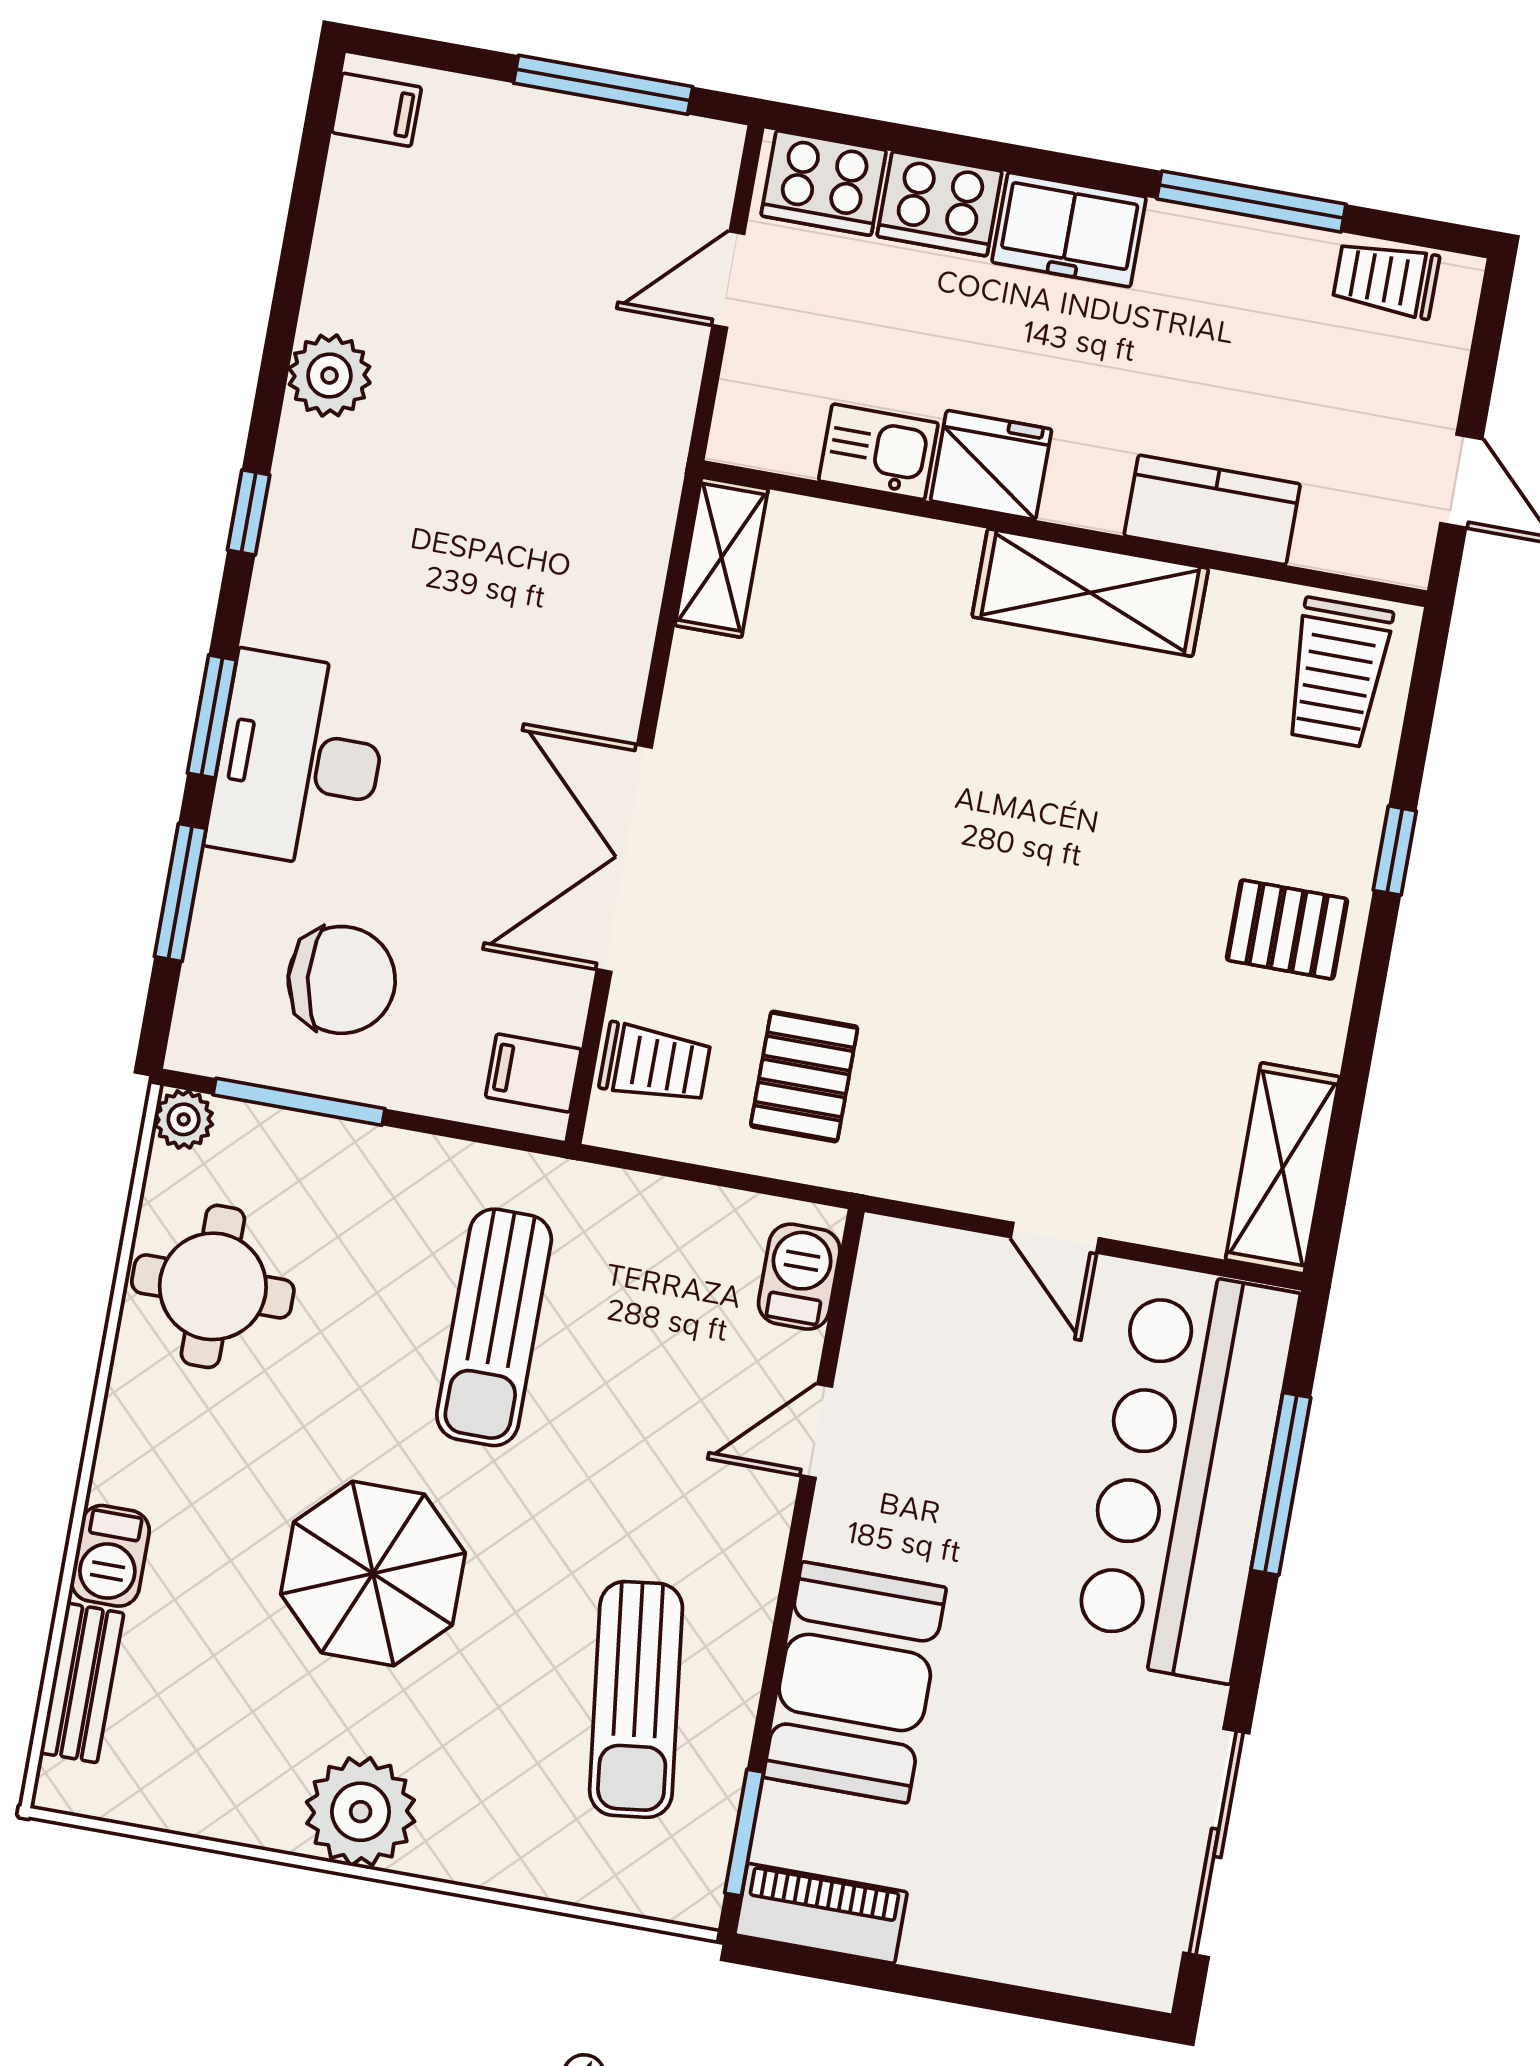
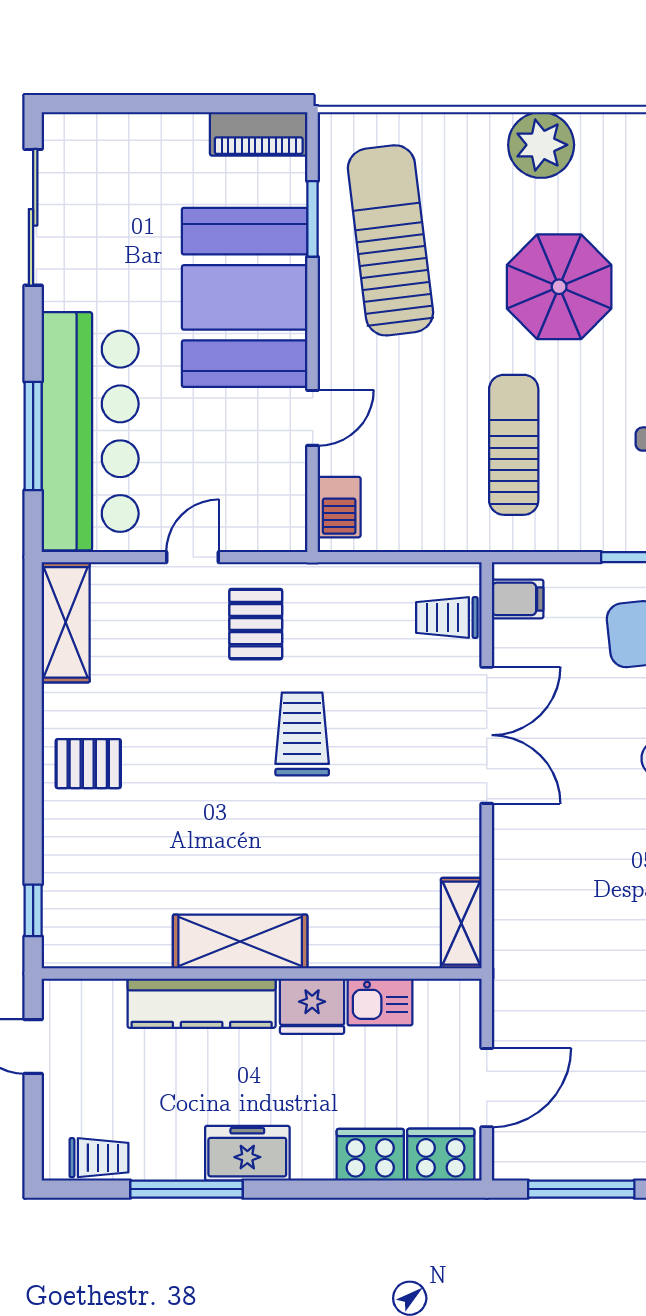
freezer: (1069, 230) -> (247, 1153), moved
door: (728, 280) -> (487, 1088), width x1.38
kitchen counter: (1212, 510) -> (202, 1003), width x1.50
trolley: (1338, 672) -> (302, 734), moved
window: (1395, 851) -> (33, 910), moved
pallet: (804, 1076) -> (256, 624), moved
door: (1055, 1238) -> (193, 557), hinge flipped
booth: (855, 1682) -> (245, 297), width x1.36, depth x1.42
sun lounger: (636, 1699) -> (390, 240), width x1.36, depth x1.34
window: (744, 1833) -> (313, 219), moved

